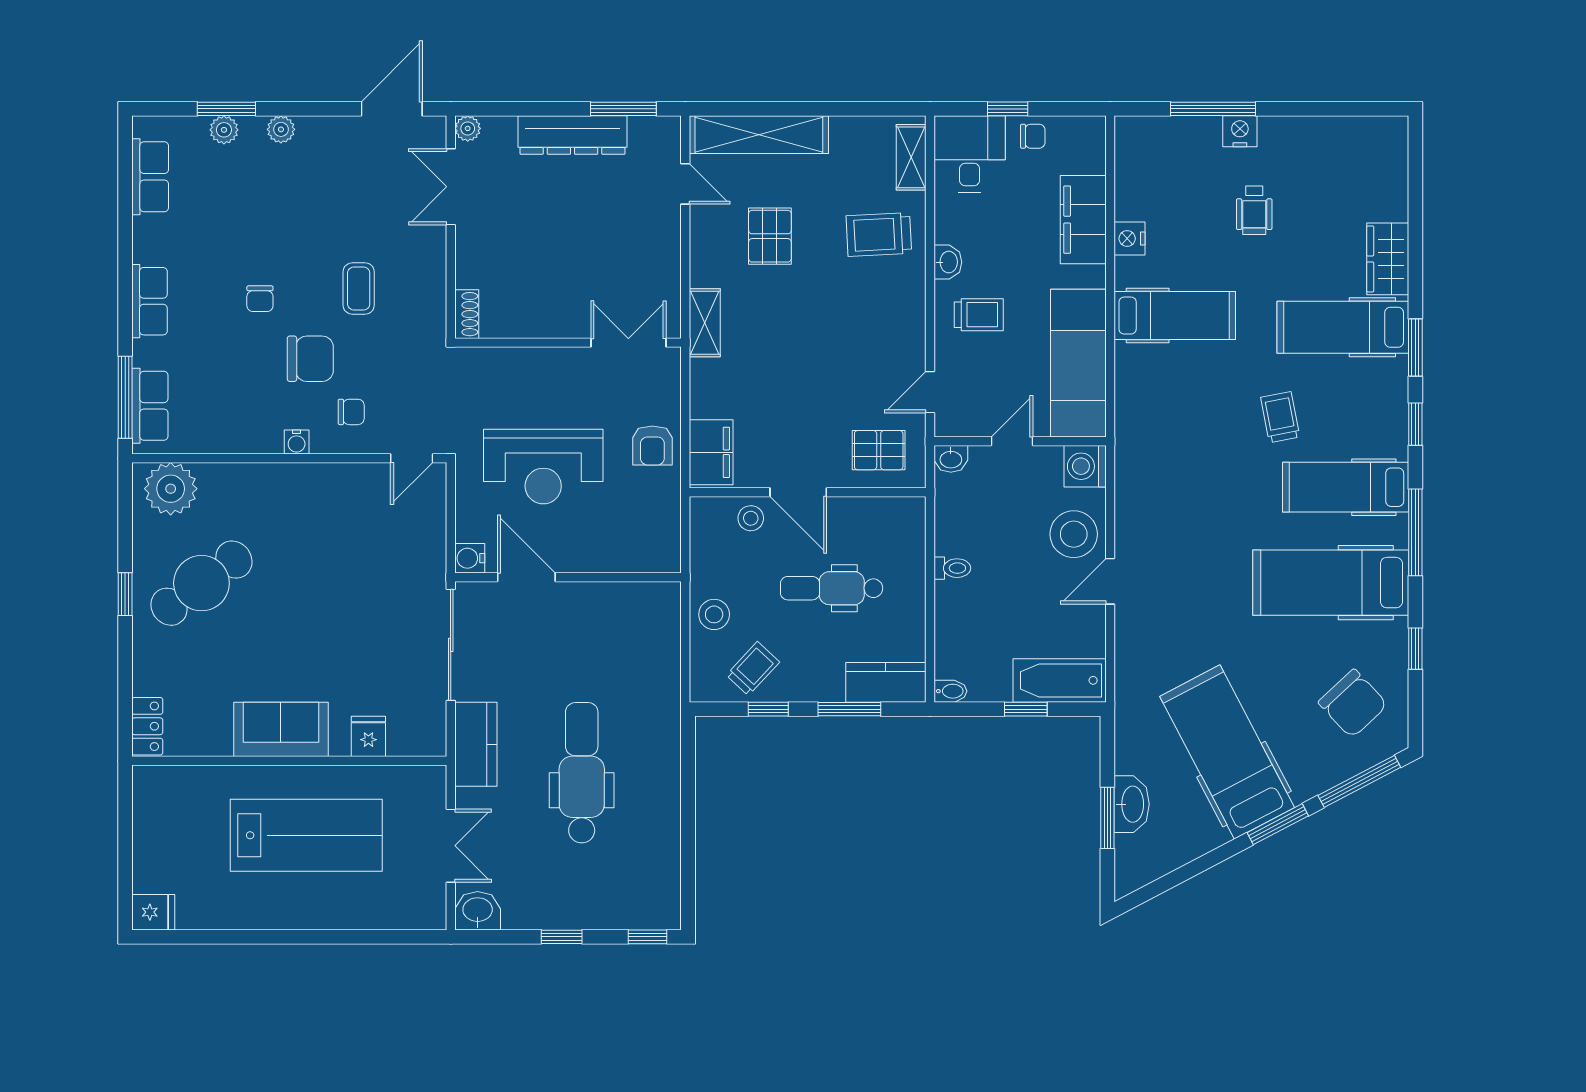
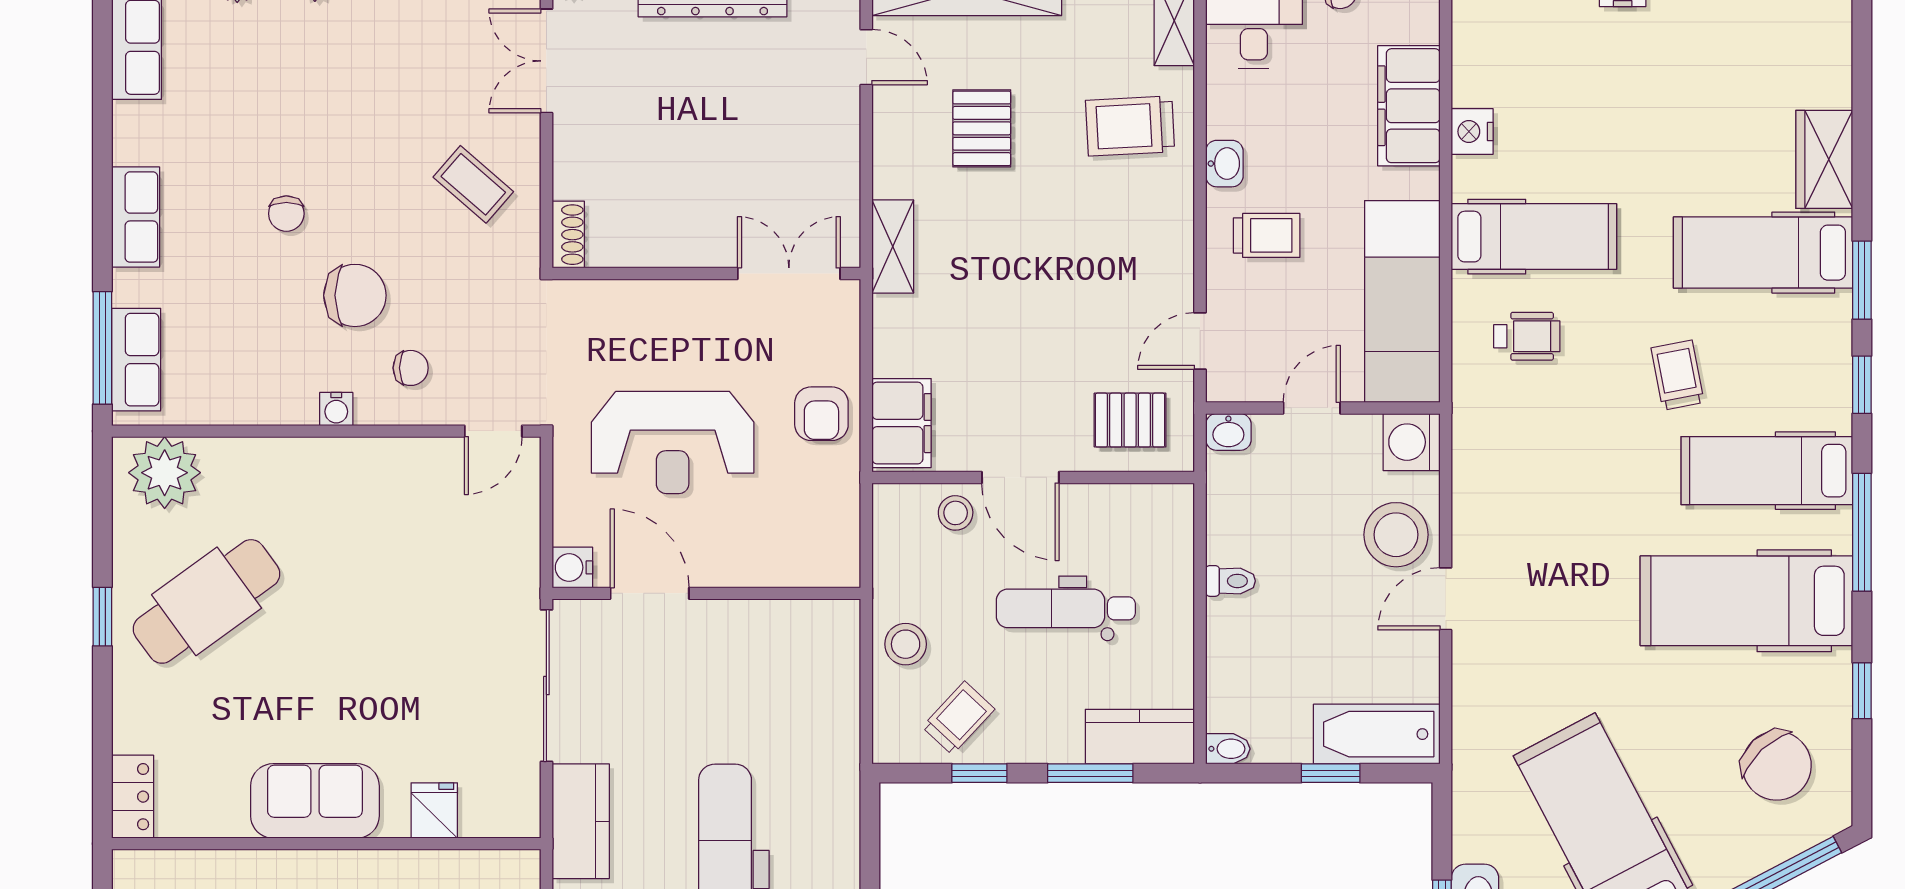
wheelchair: (1254, 210) -> (1527, 336), moved, turned -90
coffee table: (359, 288) -> (473, 184), moved, turned -49

